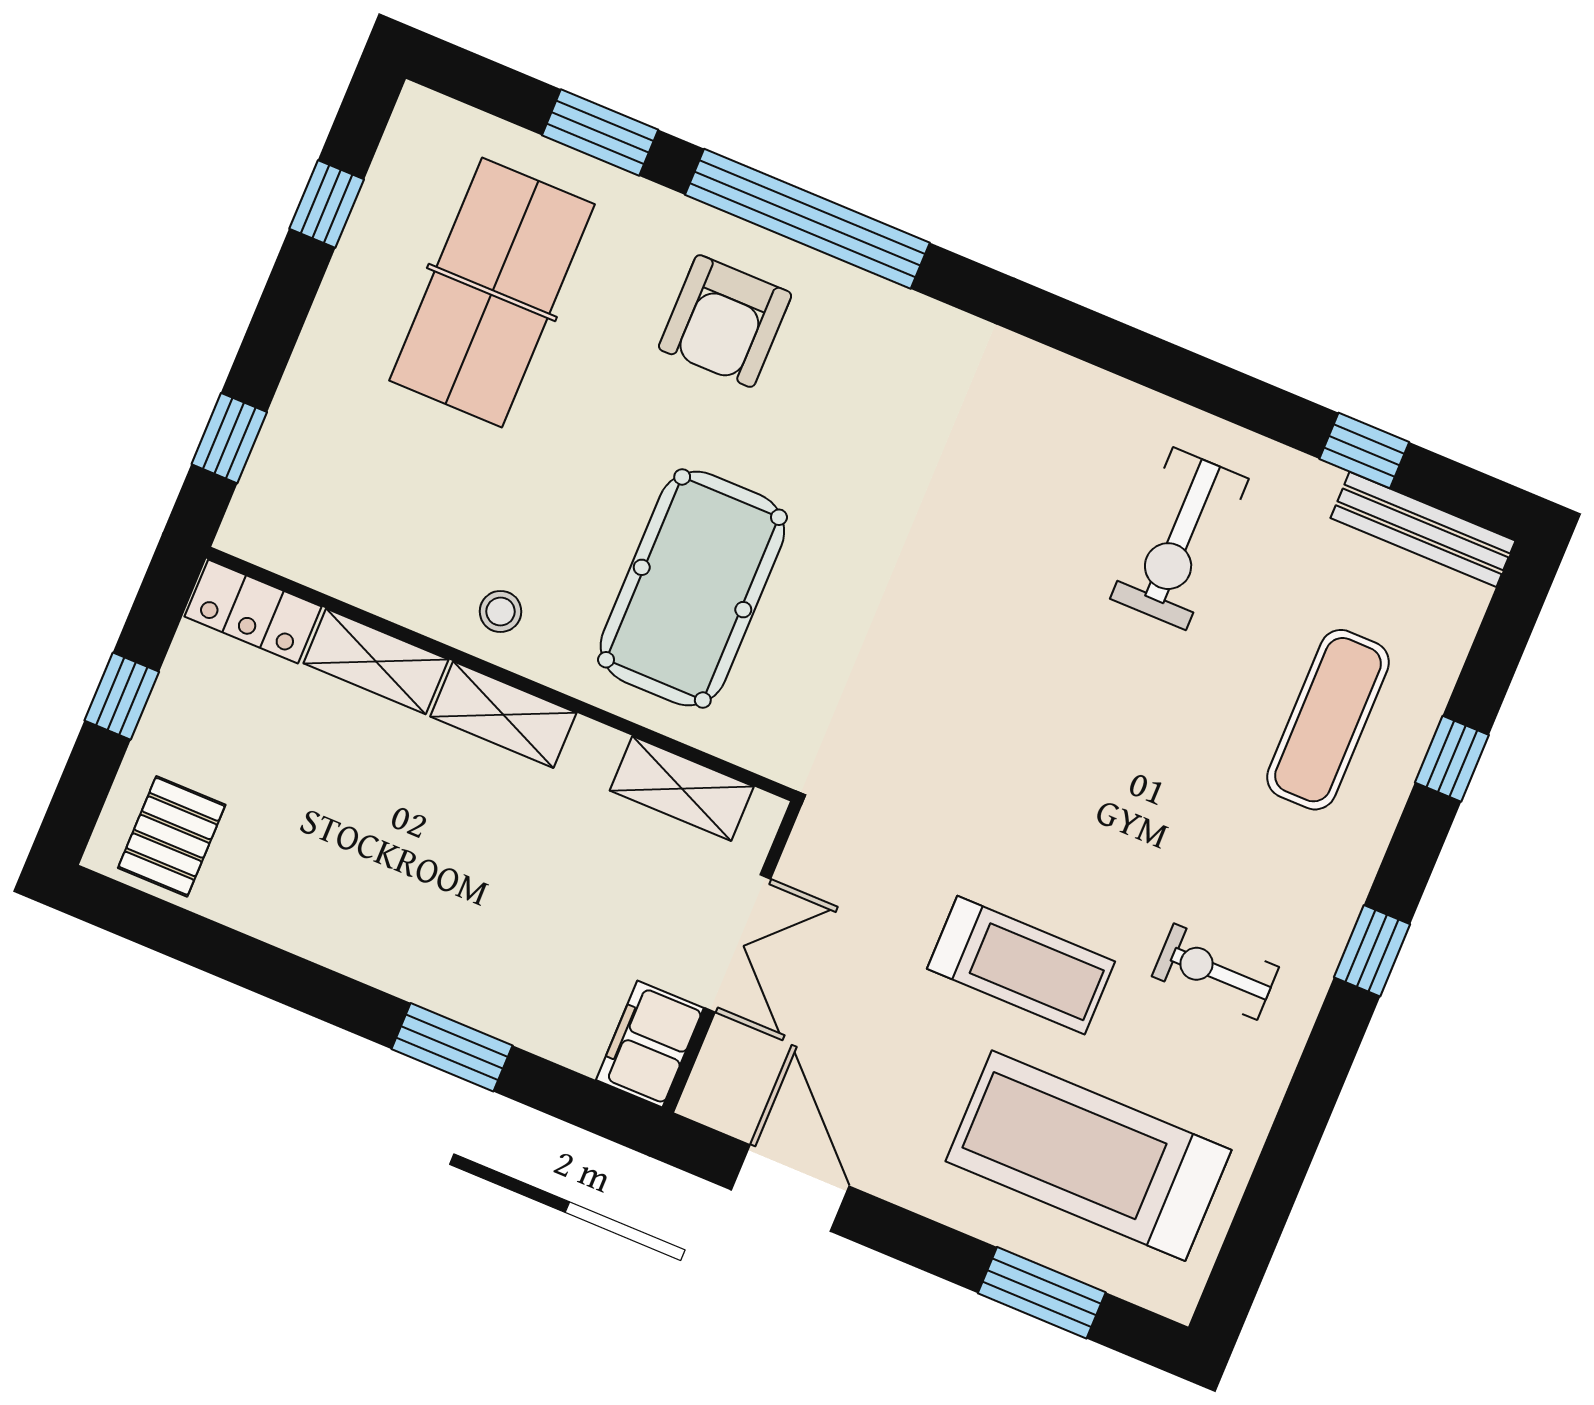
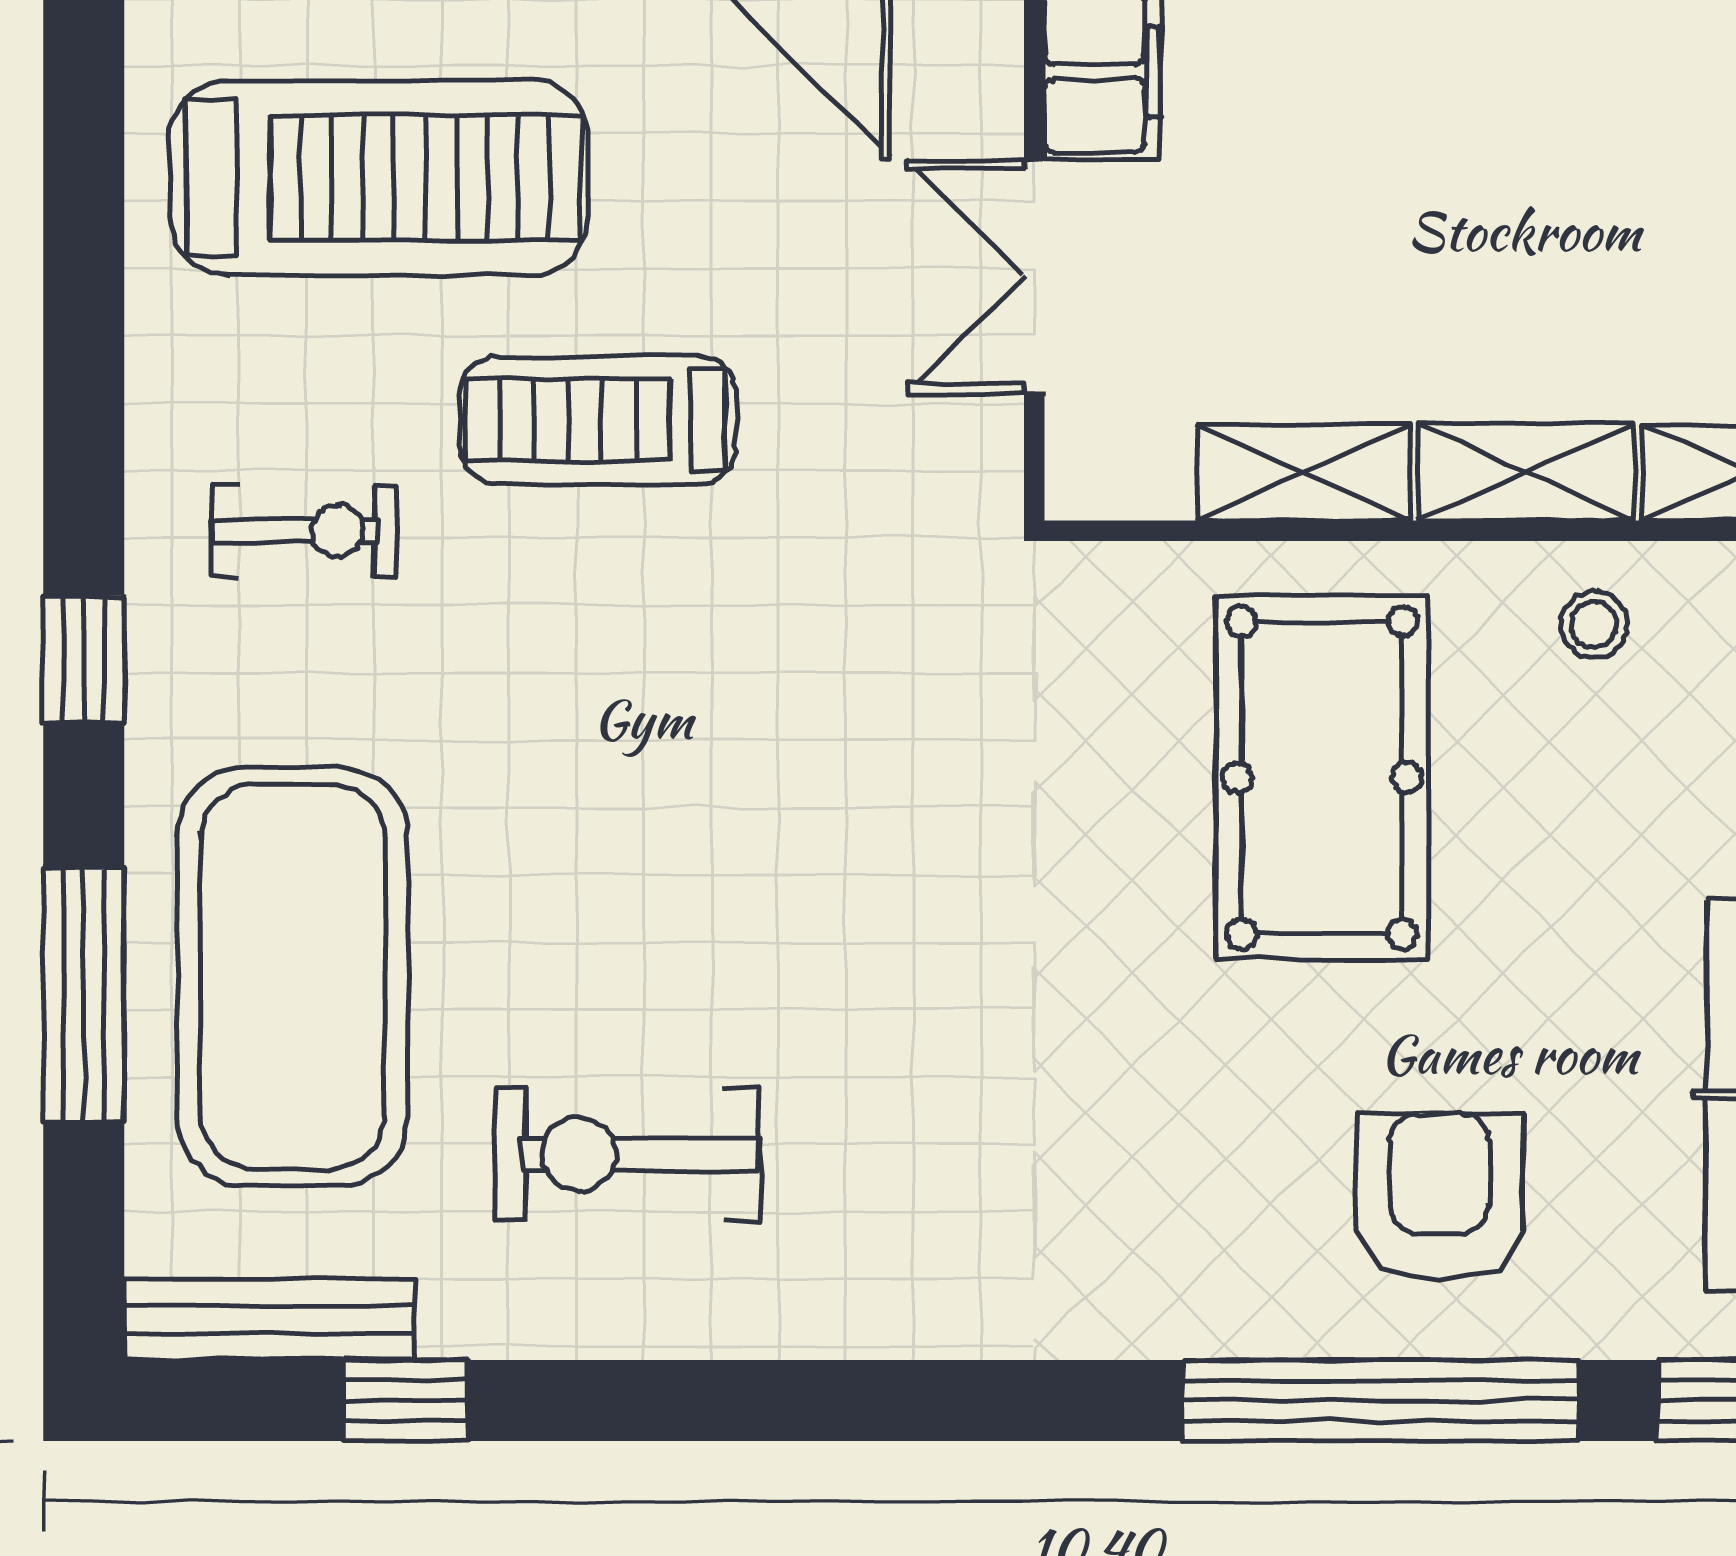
exercise bike: (1179, 539) -> (627, 1154), turned -90
exercise mat: (1328, 720) -> (293, 977), width x2.00, depth x1.45
window: (1452, 759) -> (84, 995), width x2.17
shelving: (682, 788) -> (1303, 473), moved

